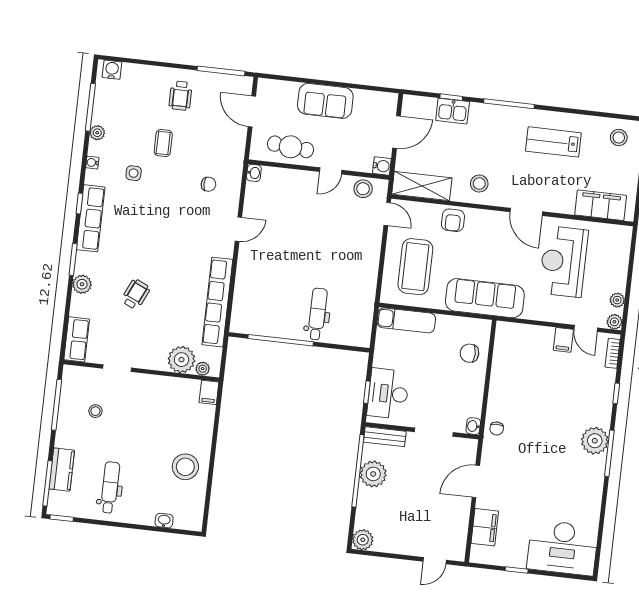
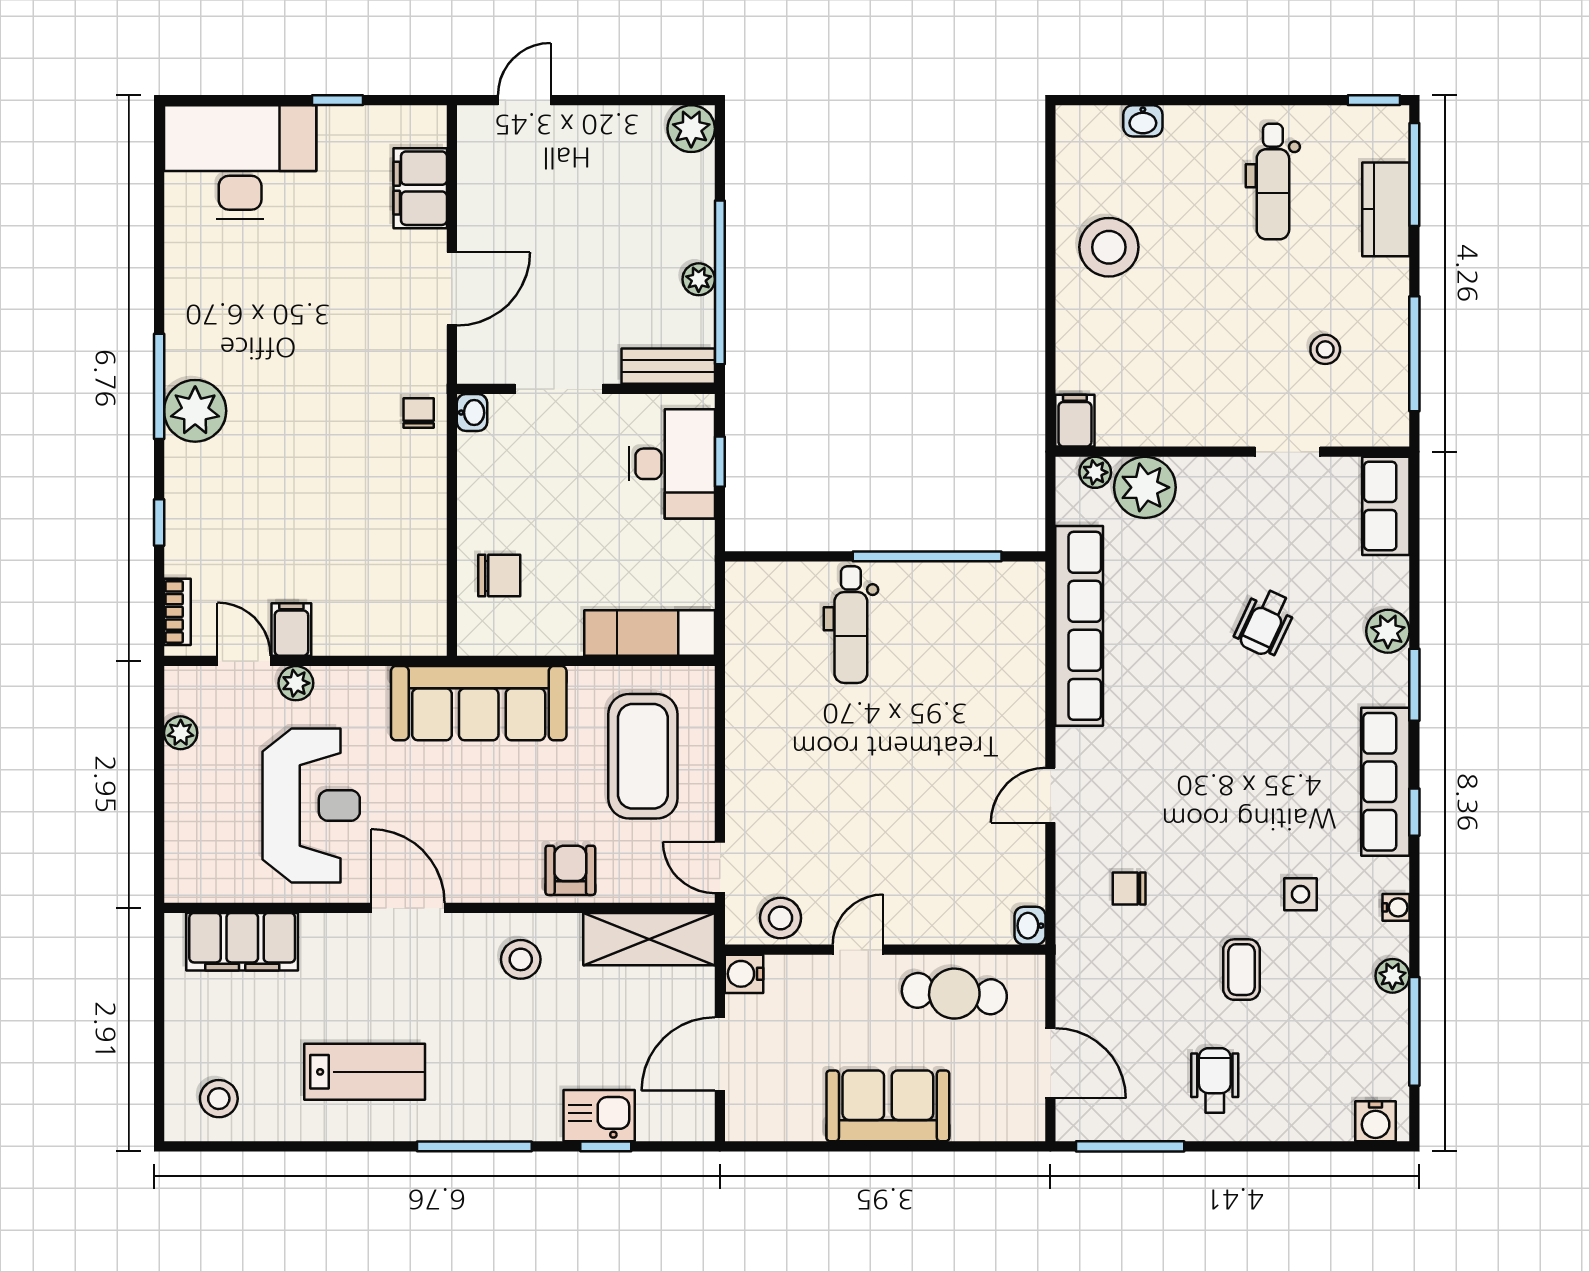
plant: (614, 322) -> (296, 683), moved
plant: (373, 474) -> (699, 279), width x0.53, depth x0.53

